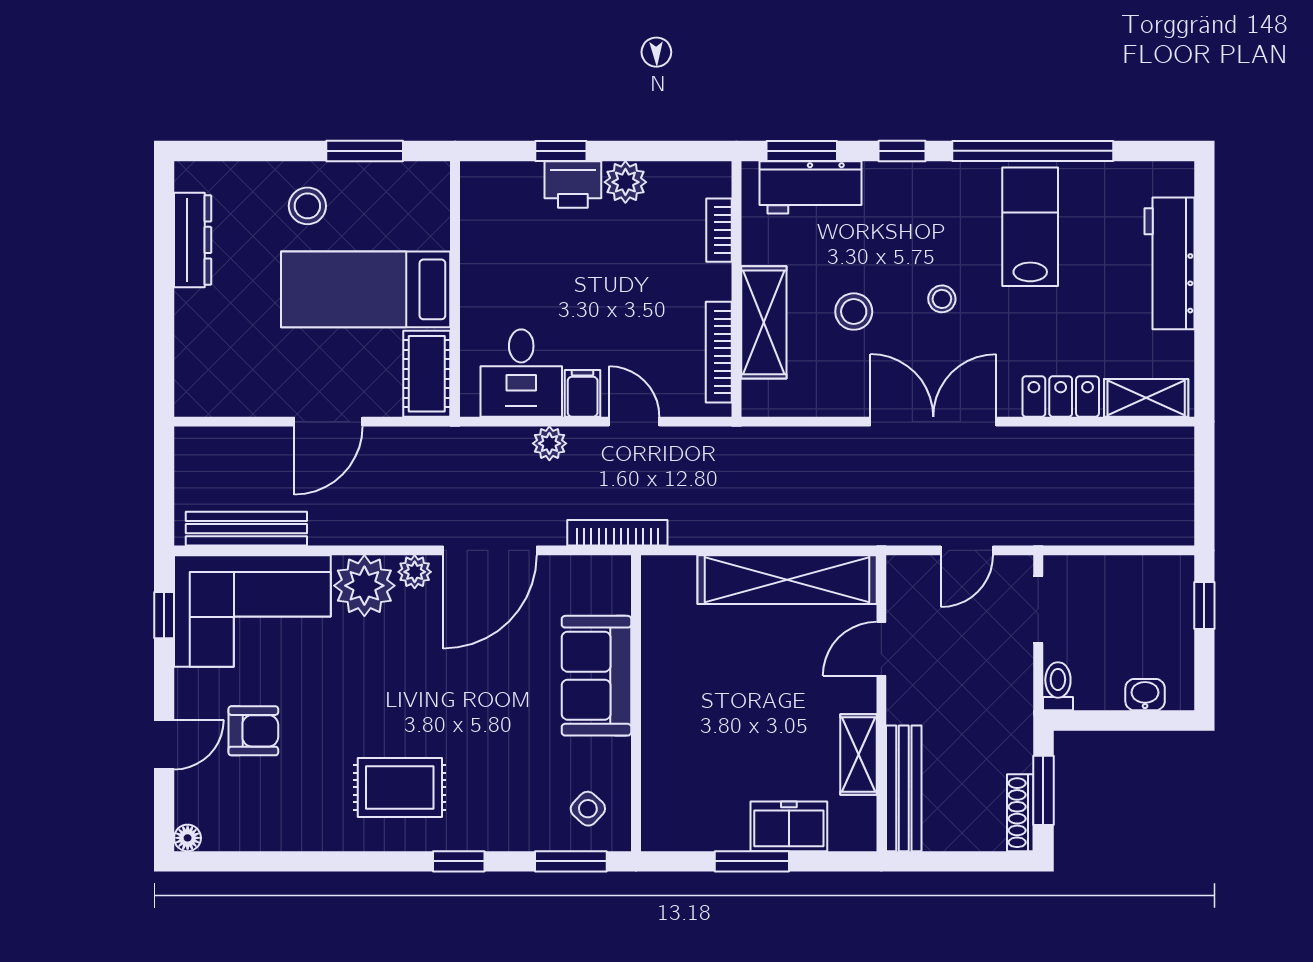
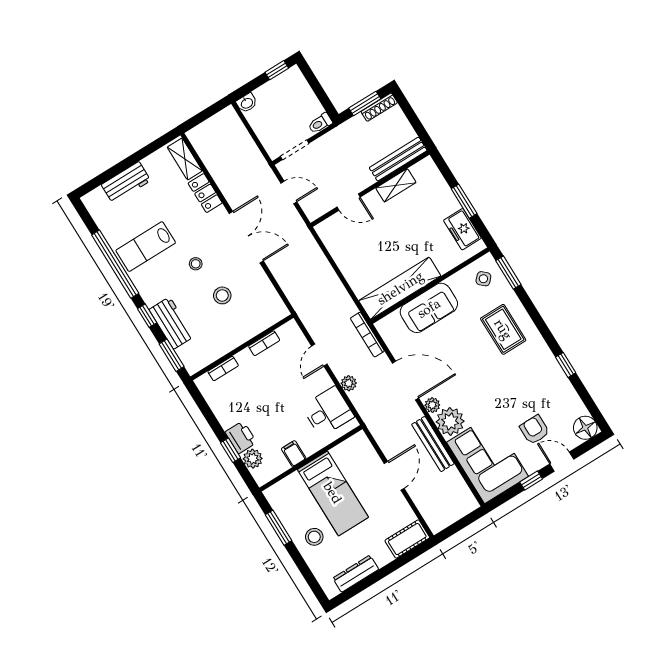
plant: (625, 182) -> (253, 459), moved
workbench: (810, 187) -> (172, 323), moved
workbench: (1170, 263) -> (126, 183), width x0.73
shelving: (764, 322) -> (249, 328), removed
bookcase: (719, 352) -> (264, 343), width x0.64
cot: (427, 374) -> (407, 539), moved
filing cabinet: (583, 393) -> (294, 454), moved, turned 90
door: (328, 422) -> (394, 476), hinge flipped
double door: (933, 422) -> (246, 237), swing flipped
bench: (246, 529) -> (433, 444), moved
shelving: (787, 580) -> (400, 288), moved, turned 90
window: (1204, 606) -> (277, 70), moved
window: (164, 615) -> (531, 481), moved
washbasin: (1145, 695) -> (247, 103), moved, turned -90
rug: (400, 787) -> (503, 329), moved
freezer: (789, 826) -> (462, 229), moved
floor lamp: (188, 838) -> (585, 428), width x1.89, depth x1.89
window: (459, 861) -> (566, 365), moved

